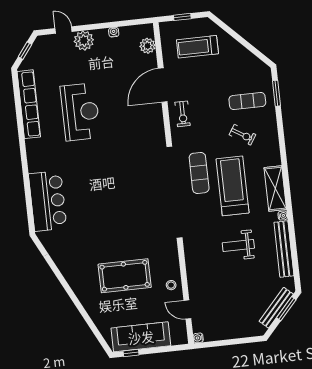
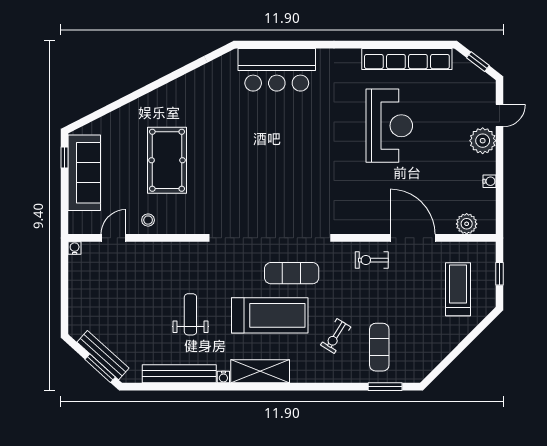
reception desk: (80, 112) -> (389, 126), turned -90

